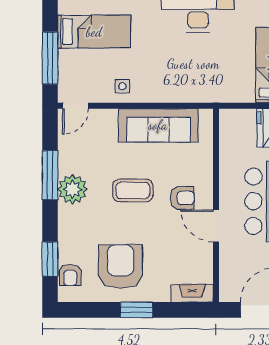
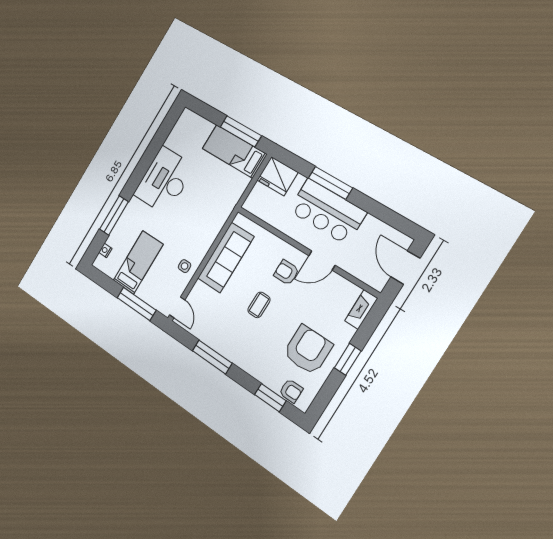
plant: (72, 189) -> (232, 348), removed
coffee table: (133, 190) -> (259, 305), width x0.73, depth x0.77
armchair: (182, 198) -> (286, 272), turned -90
armchair: (121, 266) -> (308, 350), turned 90

